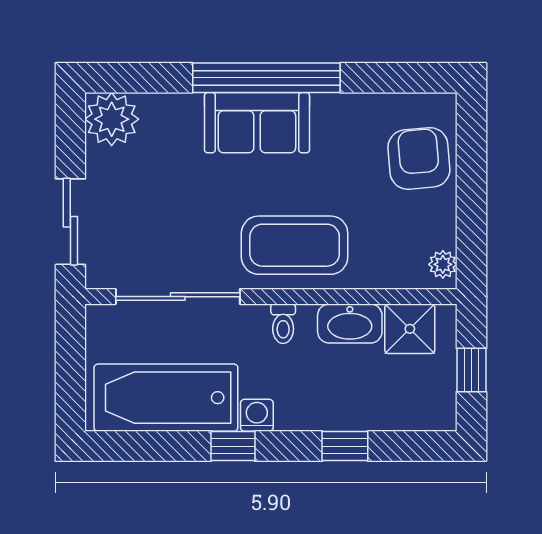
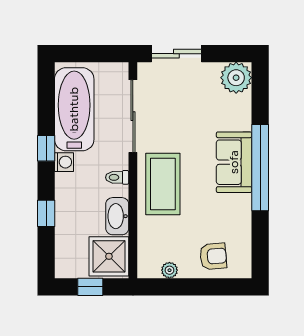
armchair: (419, 158) -> (213, 256), width x0.72, depth x0.72
plant: (443, 264) -> (169, 270), moved
shower: (410, 329) -> (109, 256), width x1.36, depth x1.36

